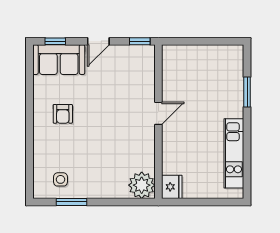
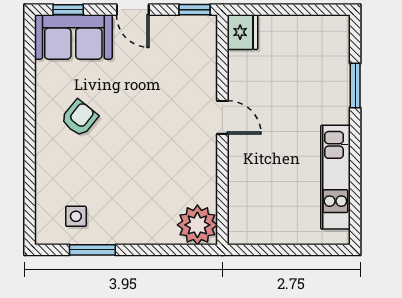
door: (98, 41) -> (133, 10), hinge flipped
door: (158, 113) -> (222, 117), hinge flipped
armchair: (63, 114) -> (79, 118), turned -141
fridge: (172, 187) -> (242, 32), moved

